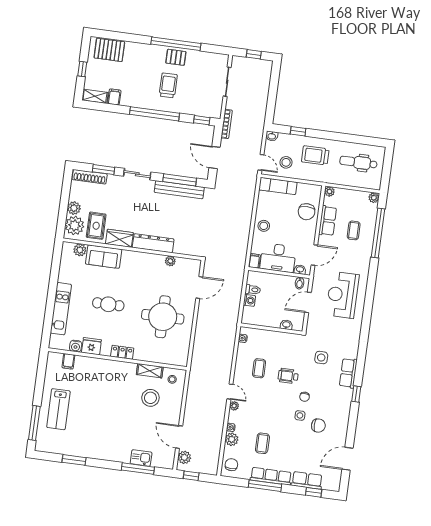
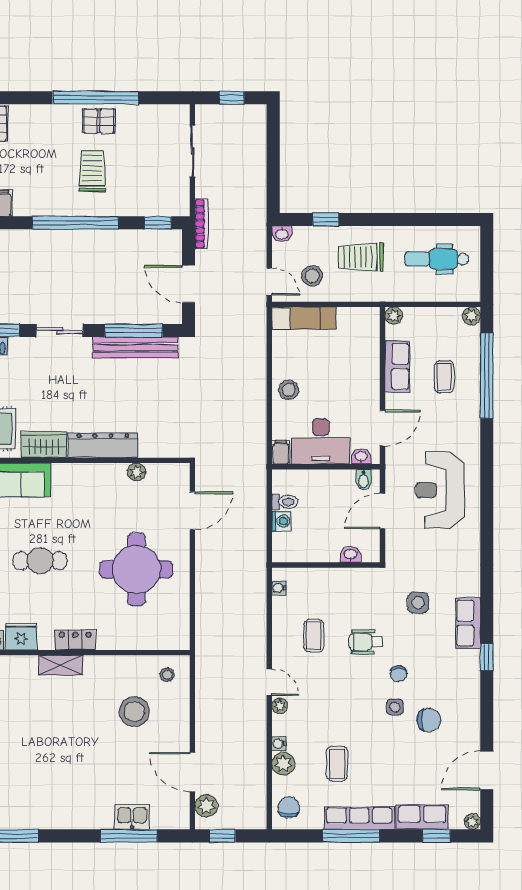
chair: (307, 212) -> (359, 356), removed
shelving: (150, 371) -> (61, 665), moved
plant: (335, 487) -> (472, 821), added

